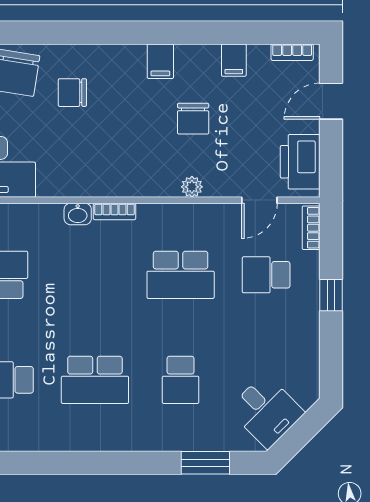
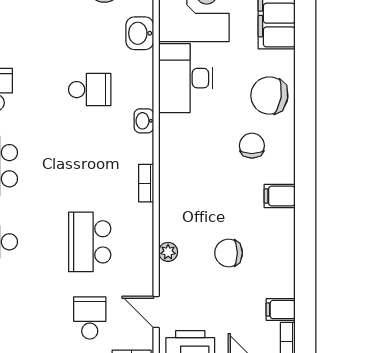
filing cabinet: (234, 60) -> (281, 310), moved
filing cabinet: (160, 61) -> (280, 196), moved
washbasin: (78, 214) -> (144, 121), moved

